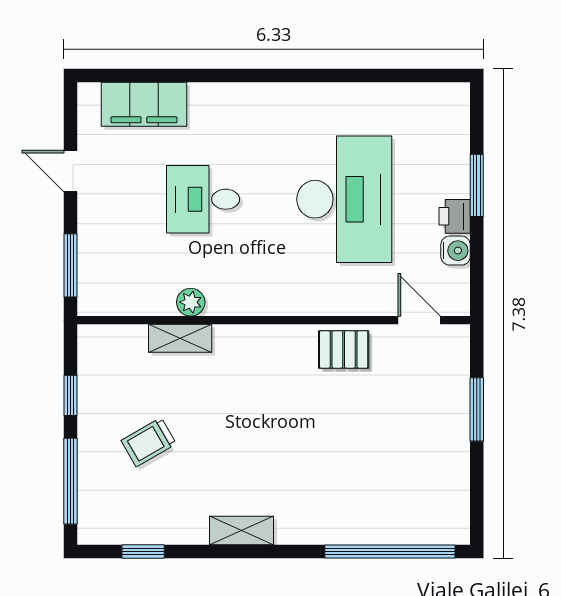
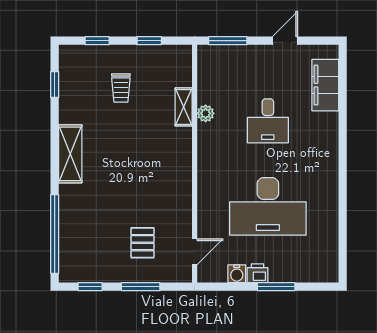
desk: (203, 199) -> (268, 121), turned 180
pallet: (344, 349) -> (143, 243), moved
trolley: (149, 442) -> (121, 88), turned -150
window: (70, 481) -> (97, 41), width x0.46
window: (477, 493) -> (90, 287), added
shelving: (242, 531) -> (70, 154), width x1.50, depth x1.33

